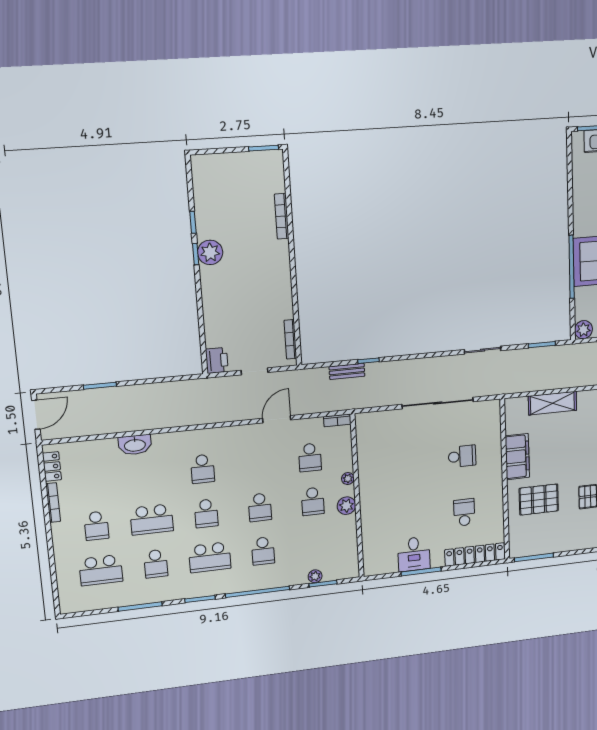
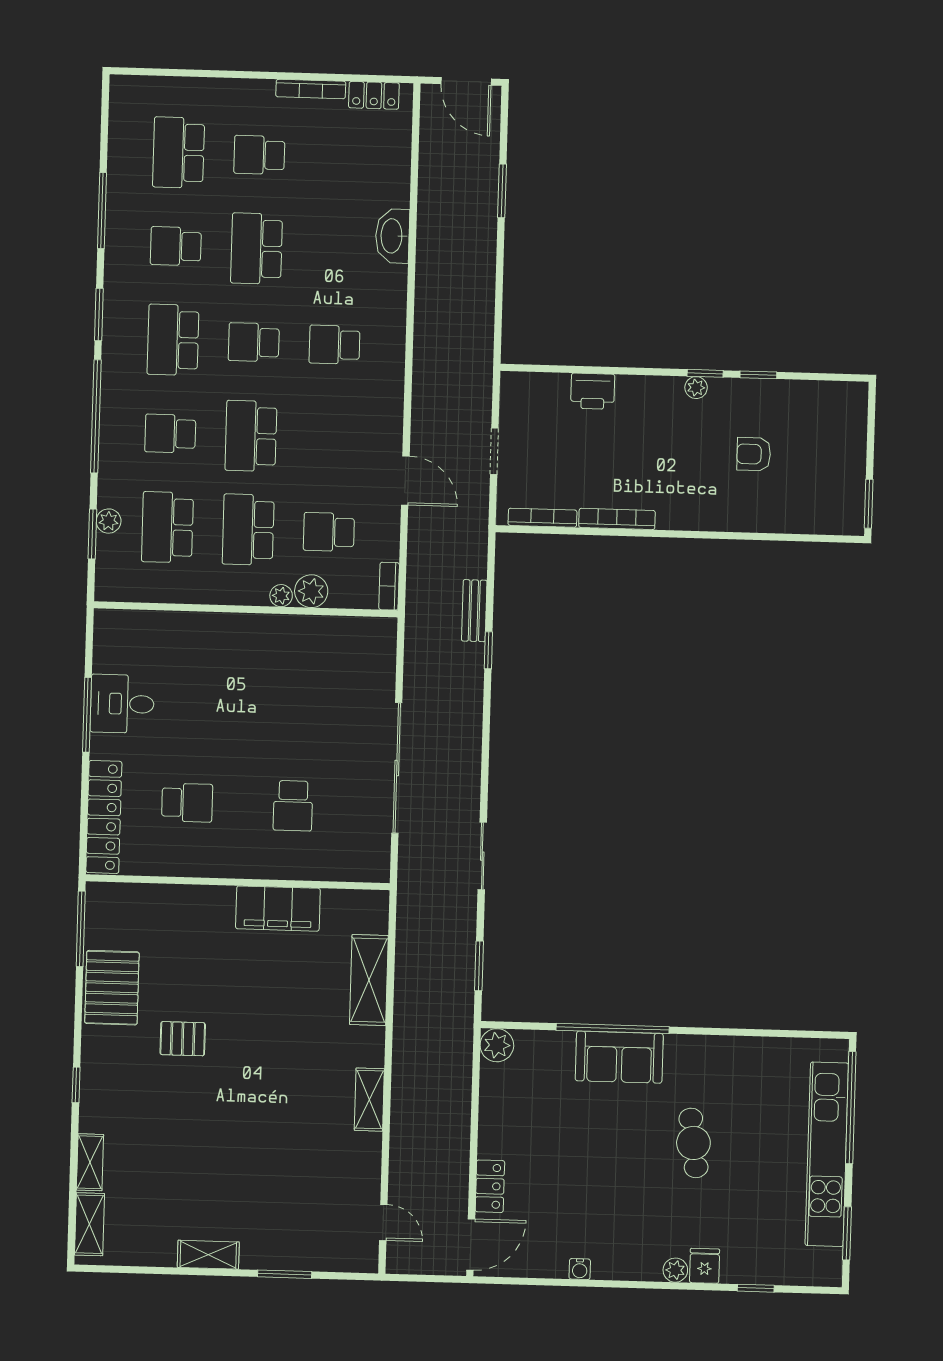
bookcase: (282, 216) -> (617, 519), moved
armchair: (241, 220) -> (754, 454), added
plant: (210, 252) -> (696, 388), width x0.53, depth x0.53
printer: (217, 360) -> (593, 391), moved
pallet: (539, 500) -> (112, 988), moved
school desk: (313, 501) -> (248, 530), width x1.85
plant: (346, 506) -> (311, 591), moved
school desk: (260, 507) -> (251, 436), width x1.85
school desk: (315, 545) -> (167, 527), added

